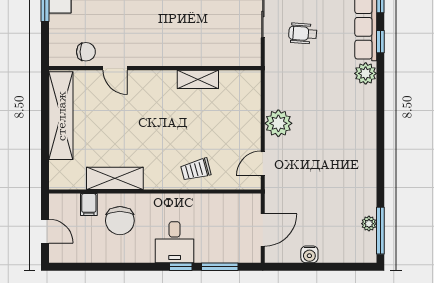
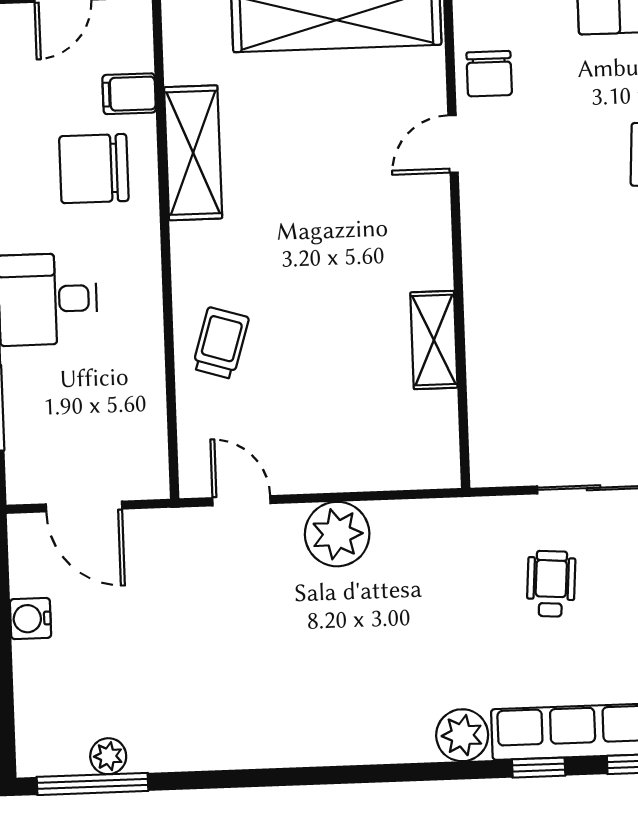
trolley: (196, 170) -> (221, 343), turned 32

